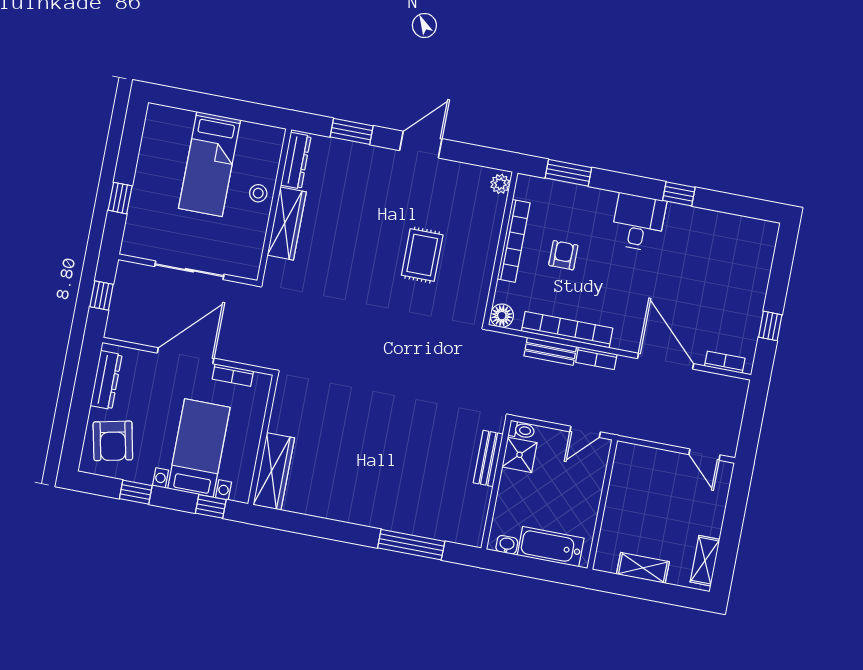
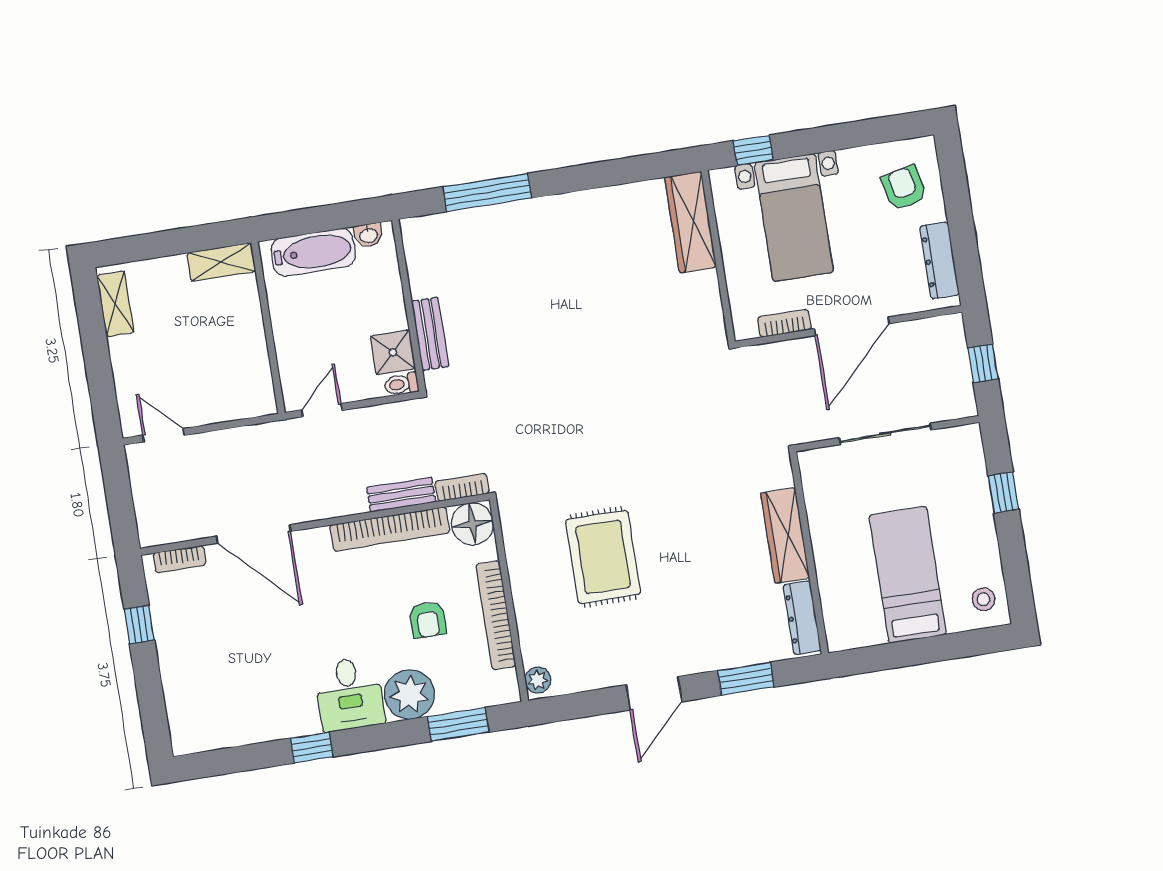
stool: (258, 193) -> (984, 599), moved
plant: (595, 207) -> (410, 694), added
rug: (422, 255) -> (603, 557), width x1.36, depth x1.43
floor lamp: (502, 316) -> (472, 524), width x1.38, depth x1.38
bookcase: (596, 358) -> (462, 487), moved
armchair: (113, 441) -> (904, 188), width x0.72, depth x0.72
window: (136, 492) -> (853, 135), removed
shelving: (643, 568) -> (221, 262), moved

